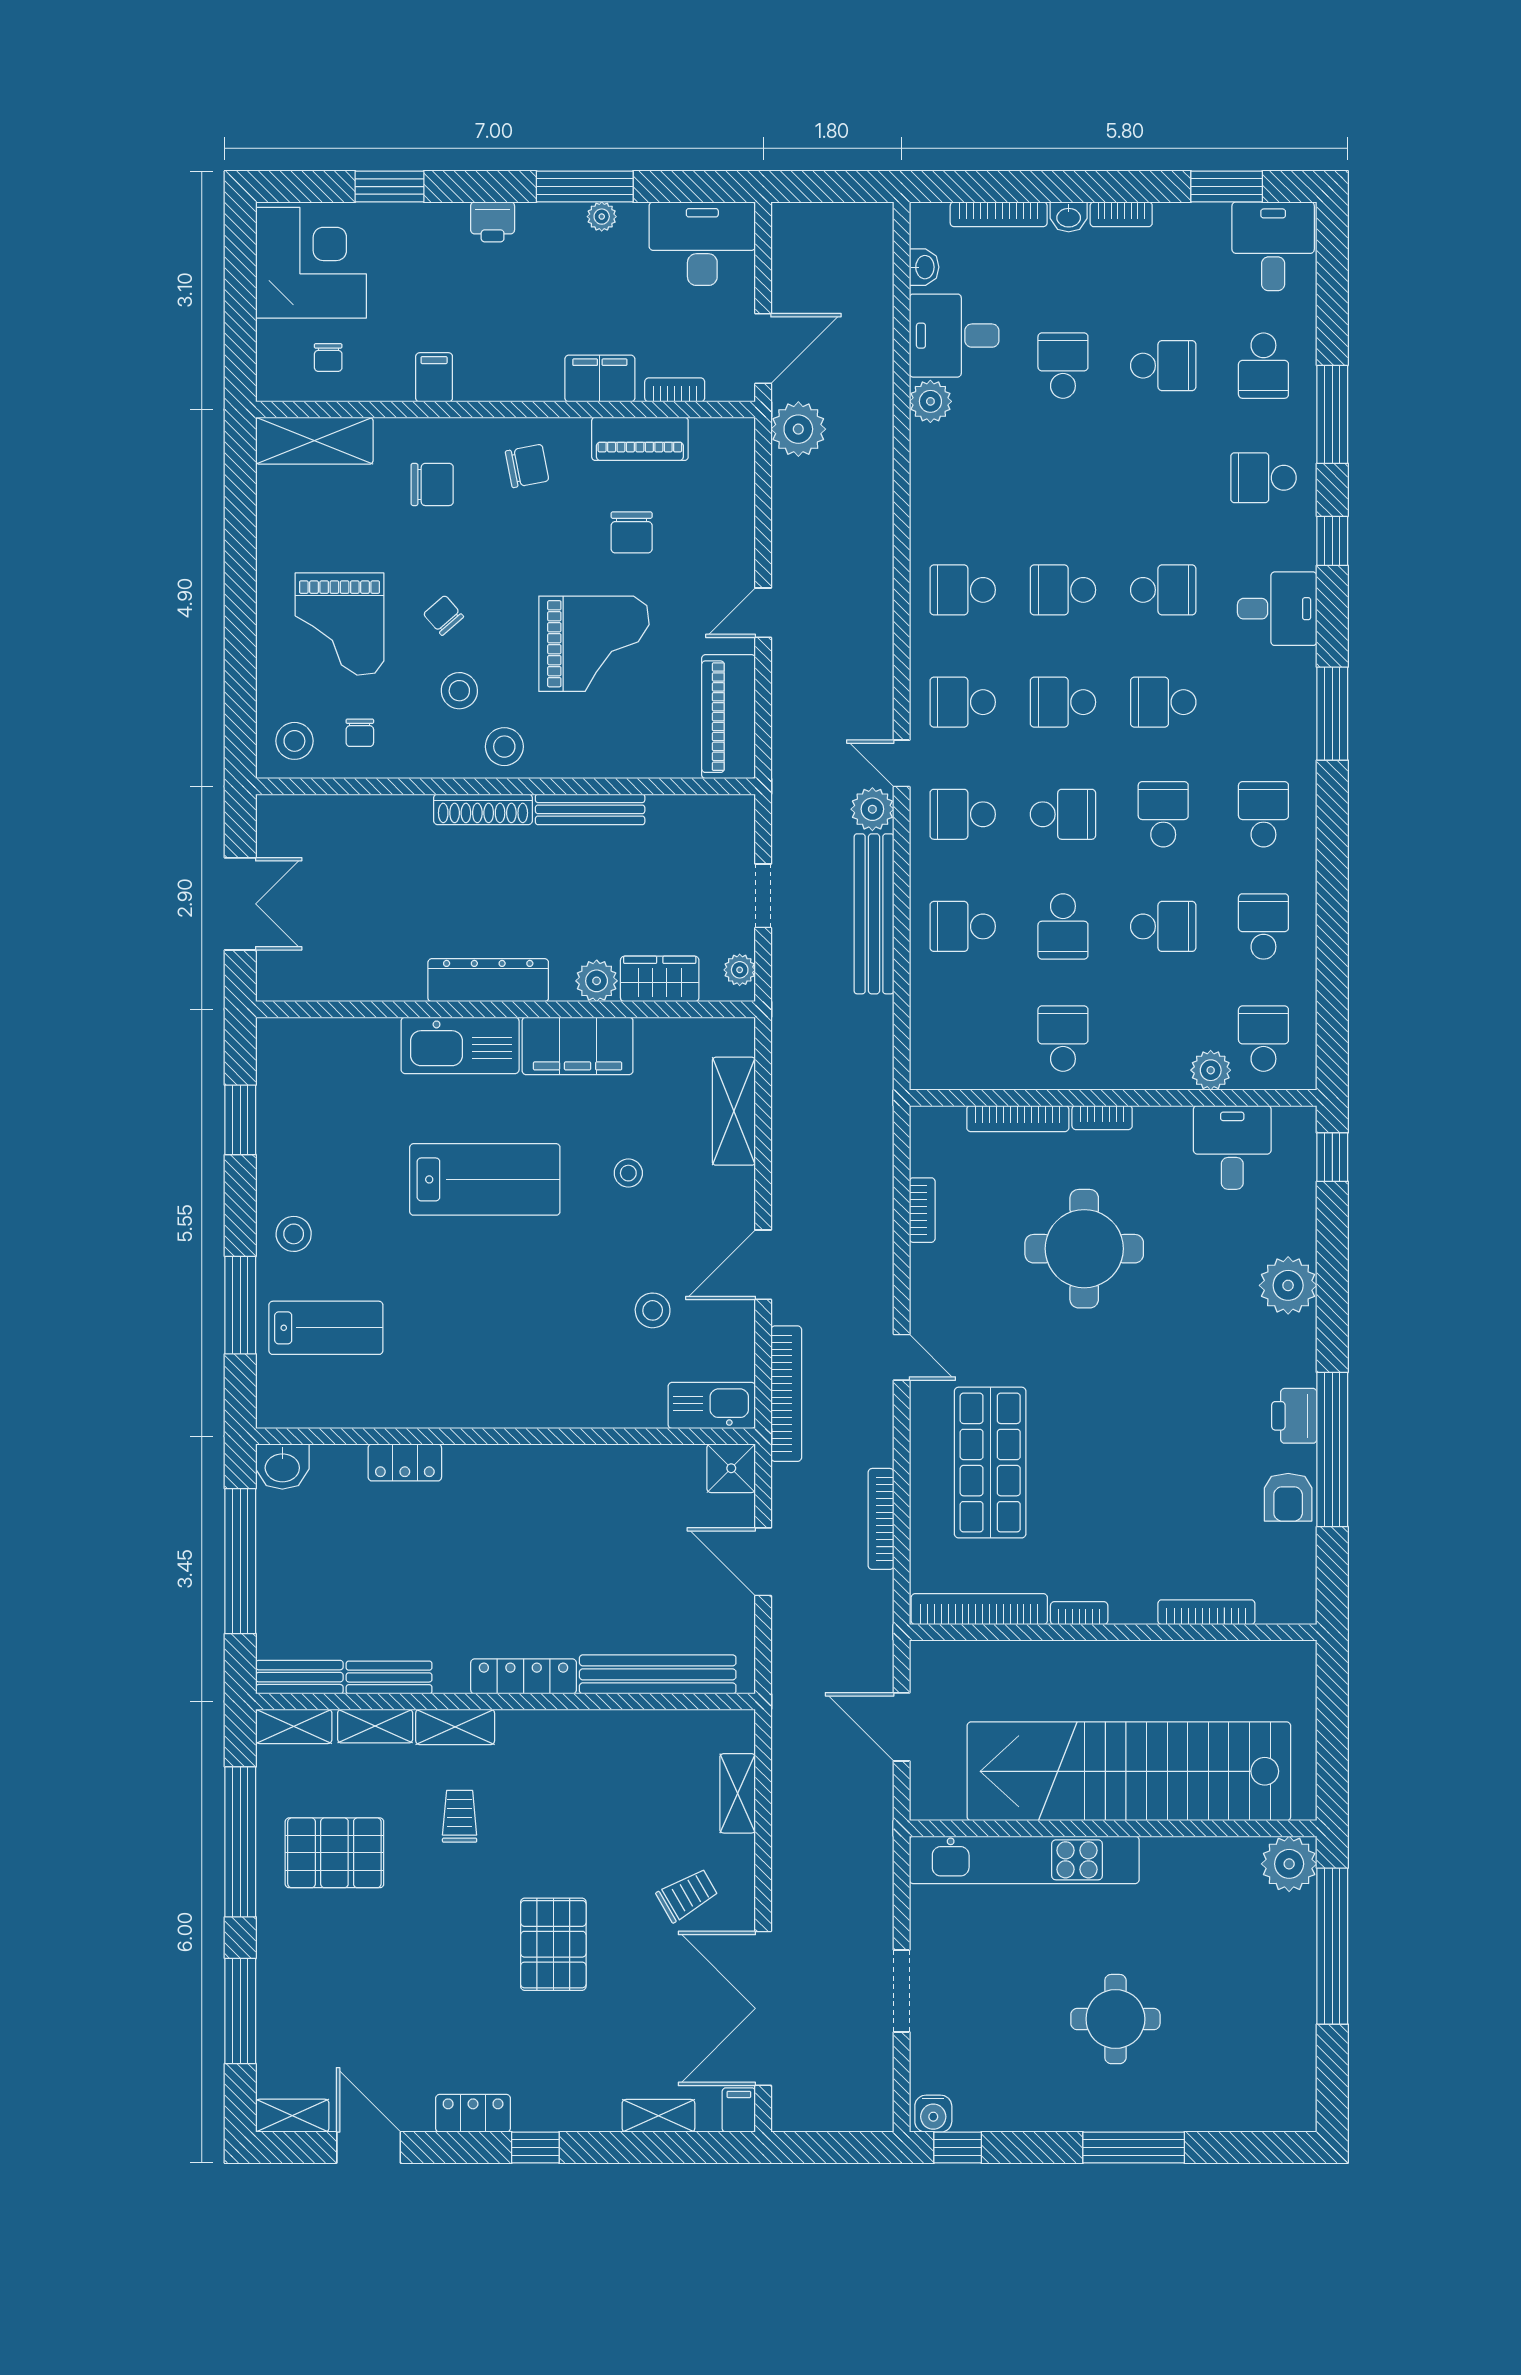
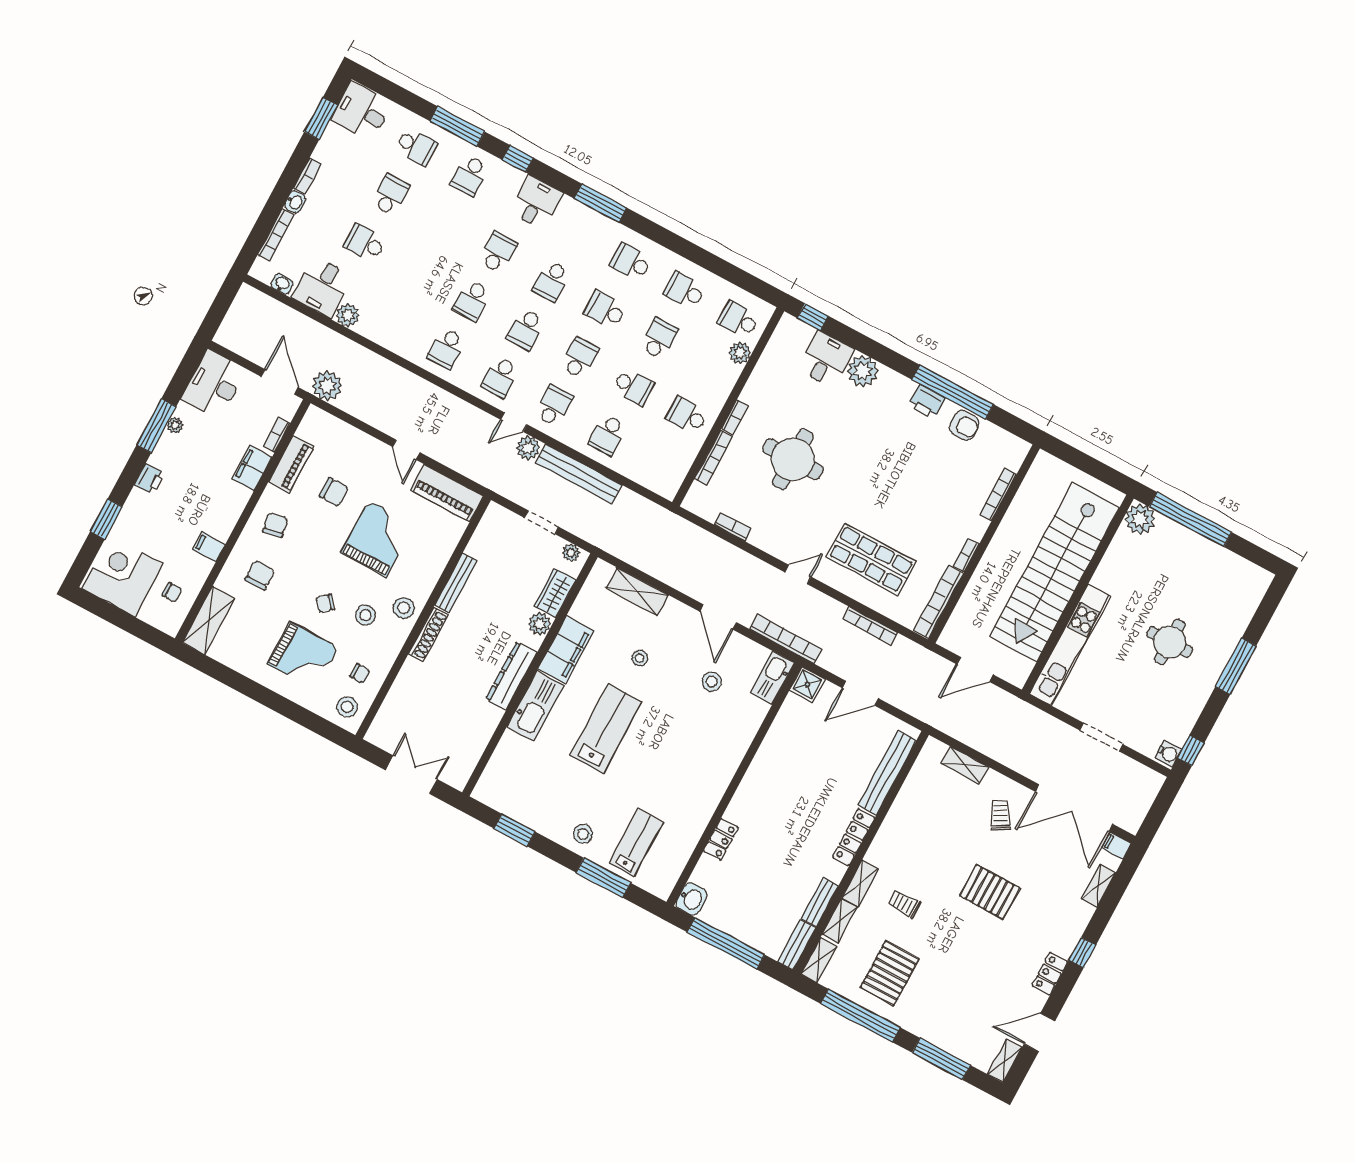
school desk: (963, 814) -> (554, 406), turned 180
desk: (1232, 1147) -> (826, 359), moved, turned 90

